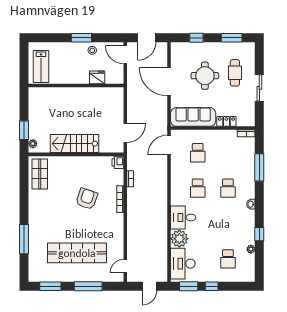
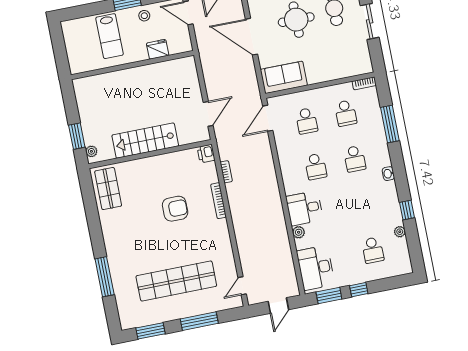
lab bench: (41, 66) -> (110, 36), moved
sofa: (193, 117) -> (284, 77), width x0.73
locker: (226, 121) -> (336, 73), removed
school desk: (228, 153) -> (346, 113), added
armchair: (87, 199) -> (175, 209), turned 71
plant: (179, 239) -> (299, 232), width x0.53, depth x0.53

